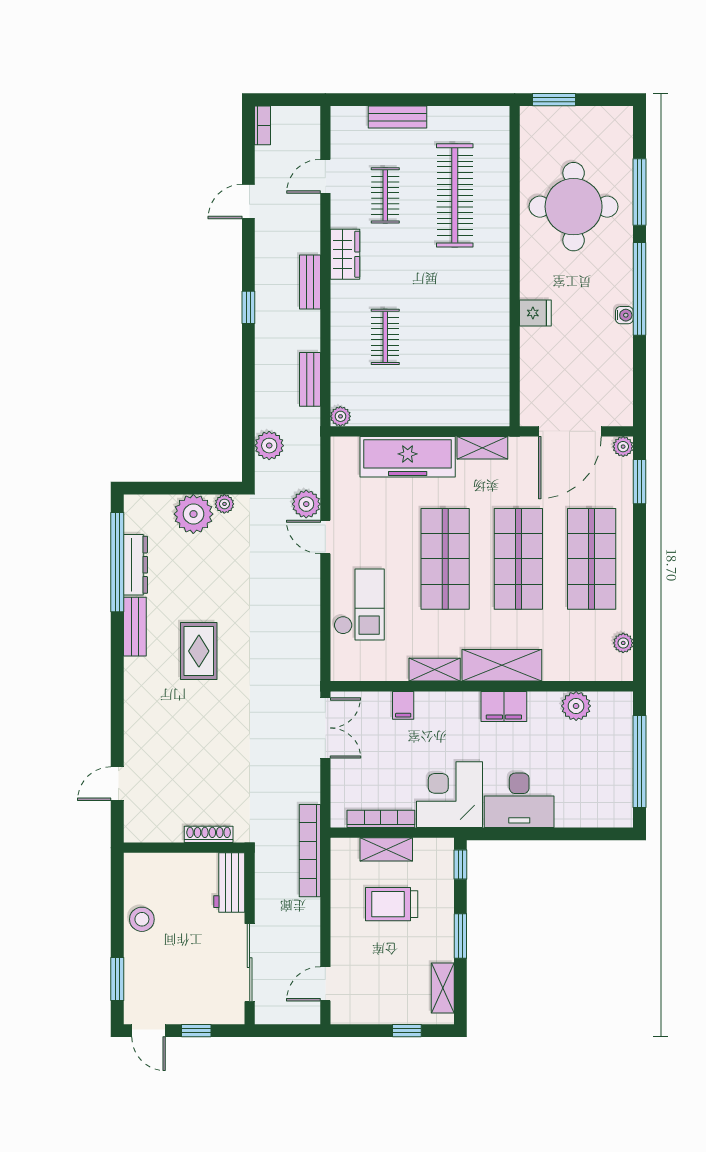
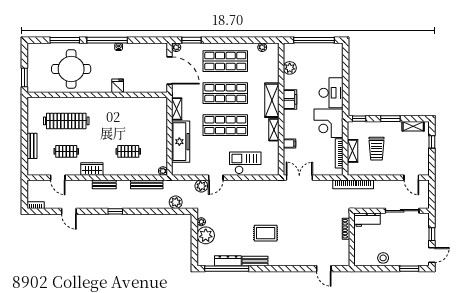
bench: (310, 379) -> (147, 184), width x1.36

